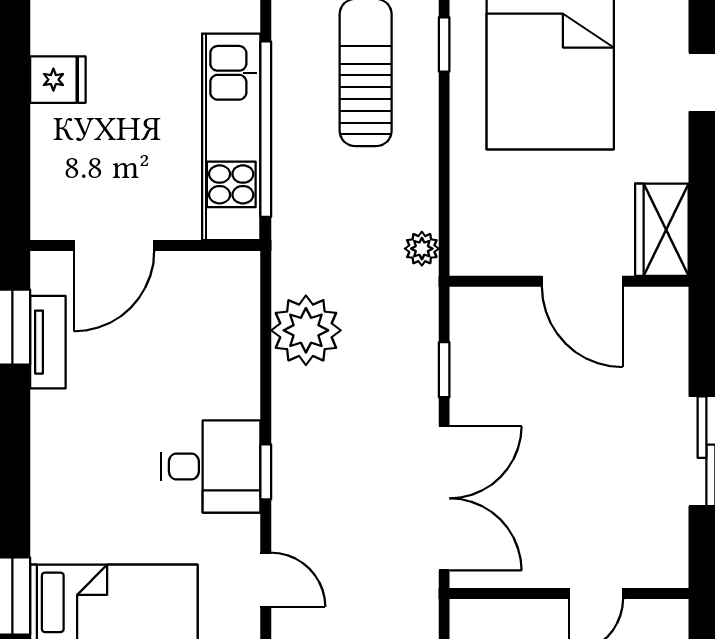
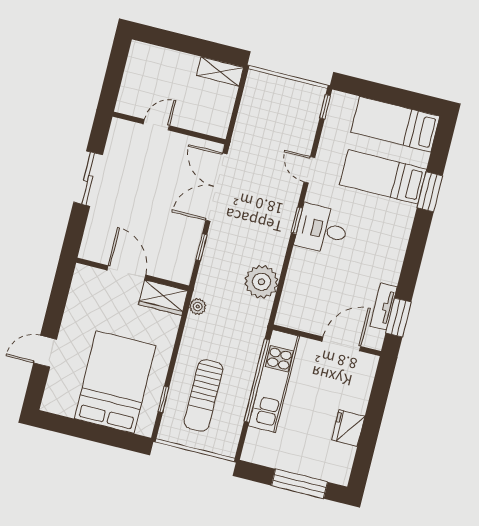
fridge: (58, 80) -> (348, 428), width x1.38
wardrobe: (662, 230) -> (163, 298), moved, turned 90

